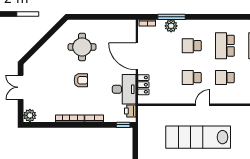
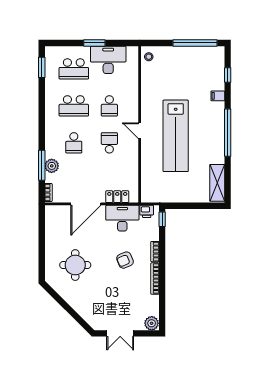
school desk: (192, 78) -> (109, 143), turned 180
armchair: (81, 80) -> (125, 260), moved, turned -113

